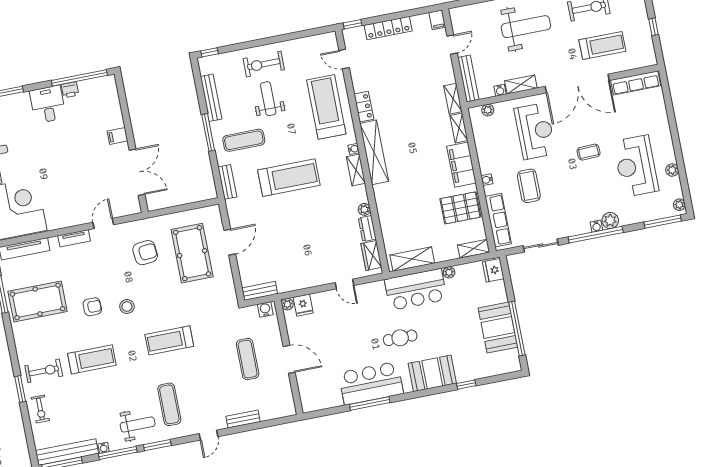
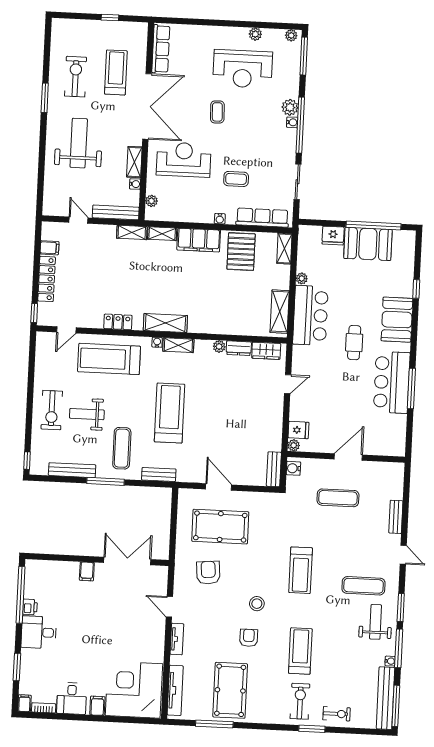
filing cabinet: (437, 20) -> (50, 248), moved
shelving: (374, 152) -> (165, 323), width x0.68
coffee table: (529, 186) -> (236, 179), width x0.73, depth x0.77
fridge: (493, 270) -> (333, 236), moved

